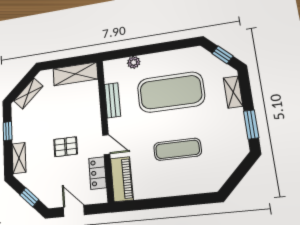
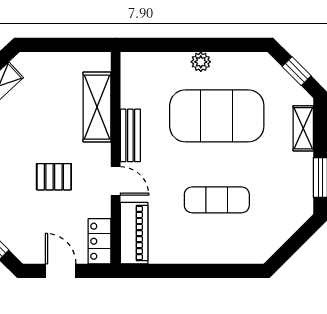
plant: (134, 62) -> (201, 62), moved
shelving: (75, 74) -> (97, 107), moved, turned 90
bench: (112, 100) -> (130, 135), moved
locker: (98, 173) -> (99, 241), moved

